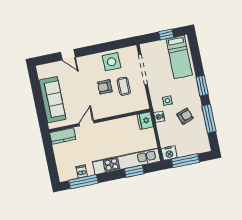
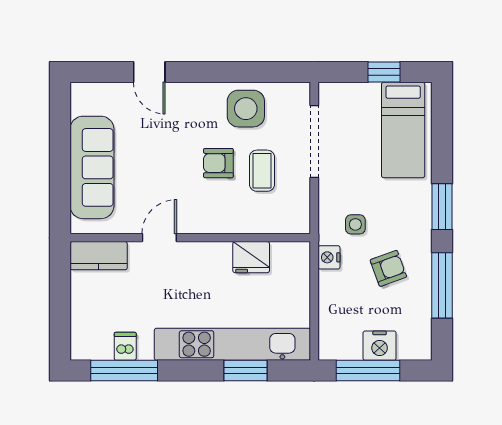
fridge: (145, 121) -> (251, 257), moved, turned -90
nightstand: (169, 153) -> (380, 346), moved

